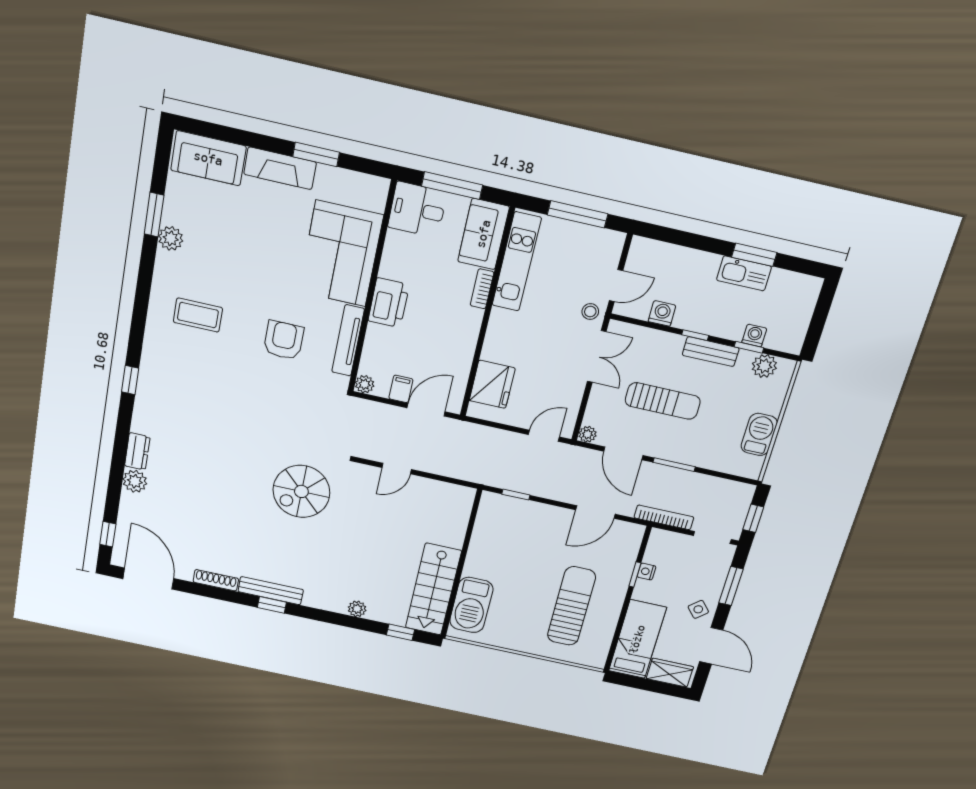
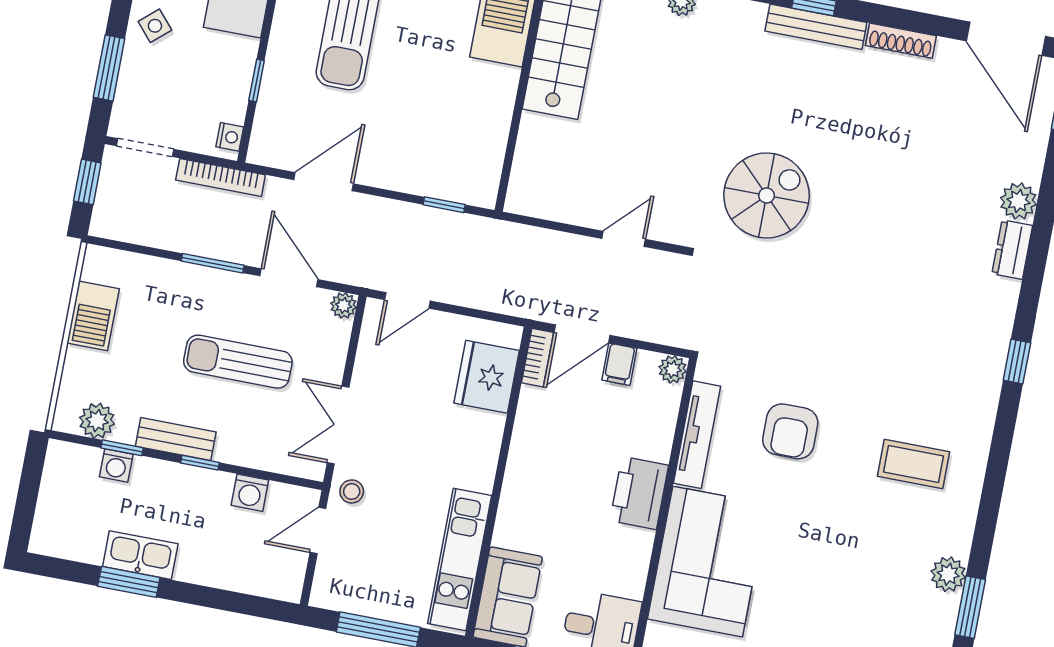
bookcase: (482, 289) -> (538, 358), moved
nightstand: (646, 572) -> (230, 137), moved

